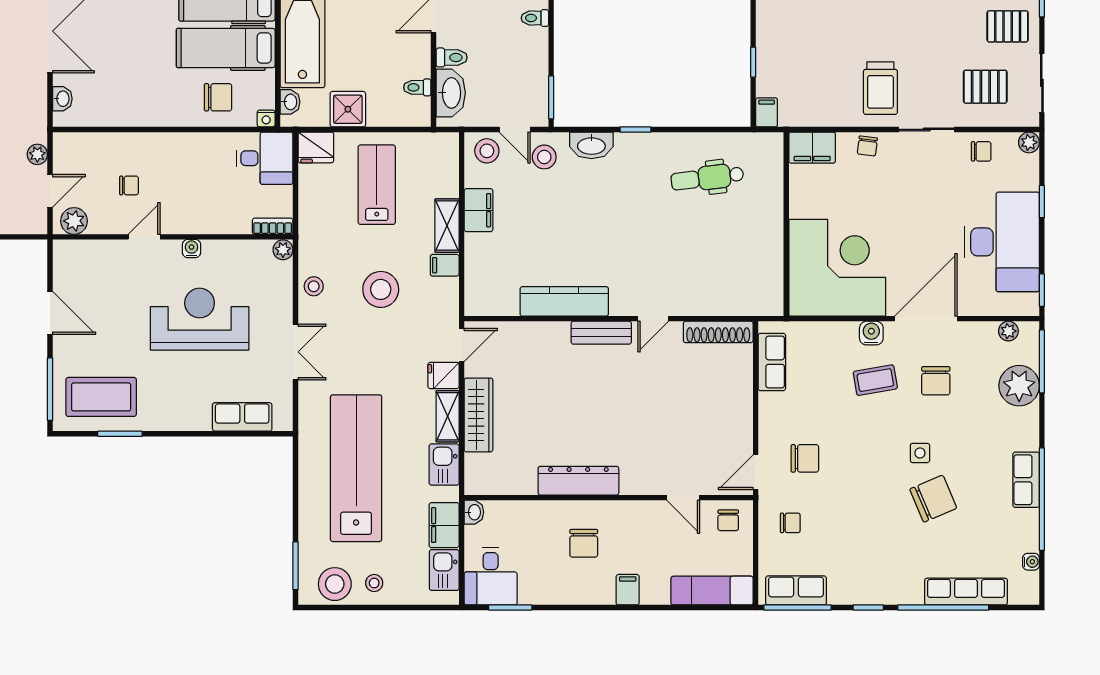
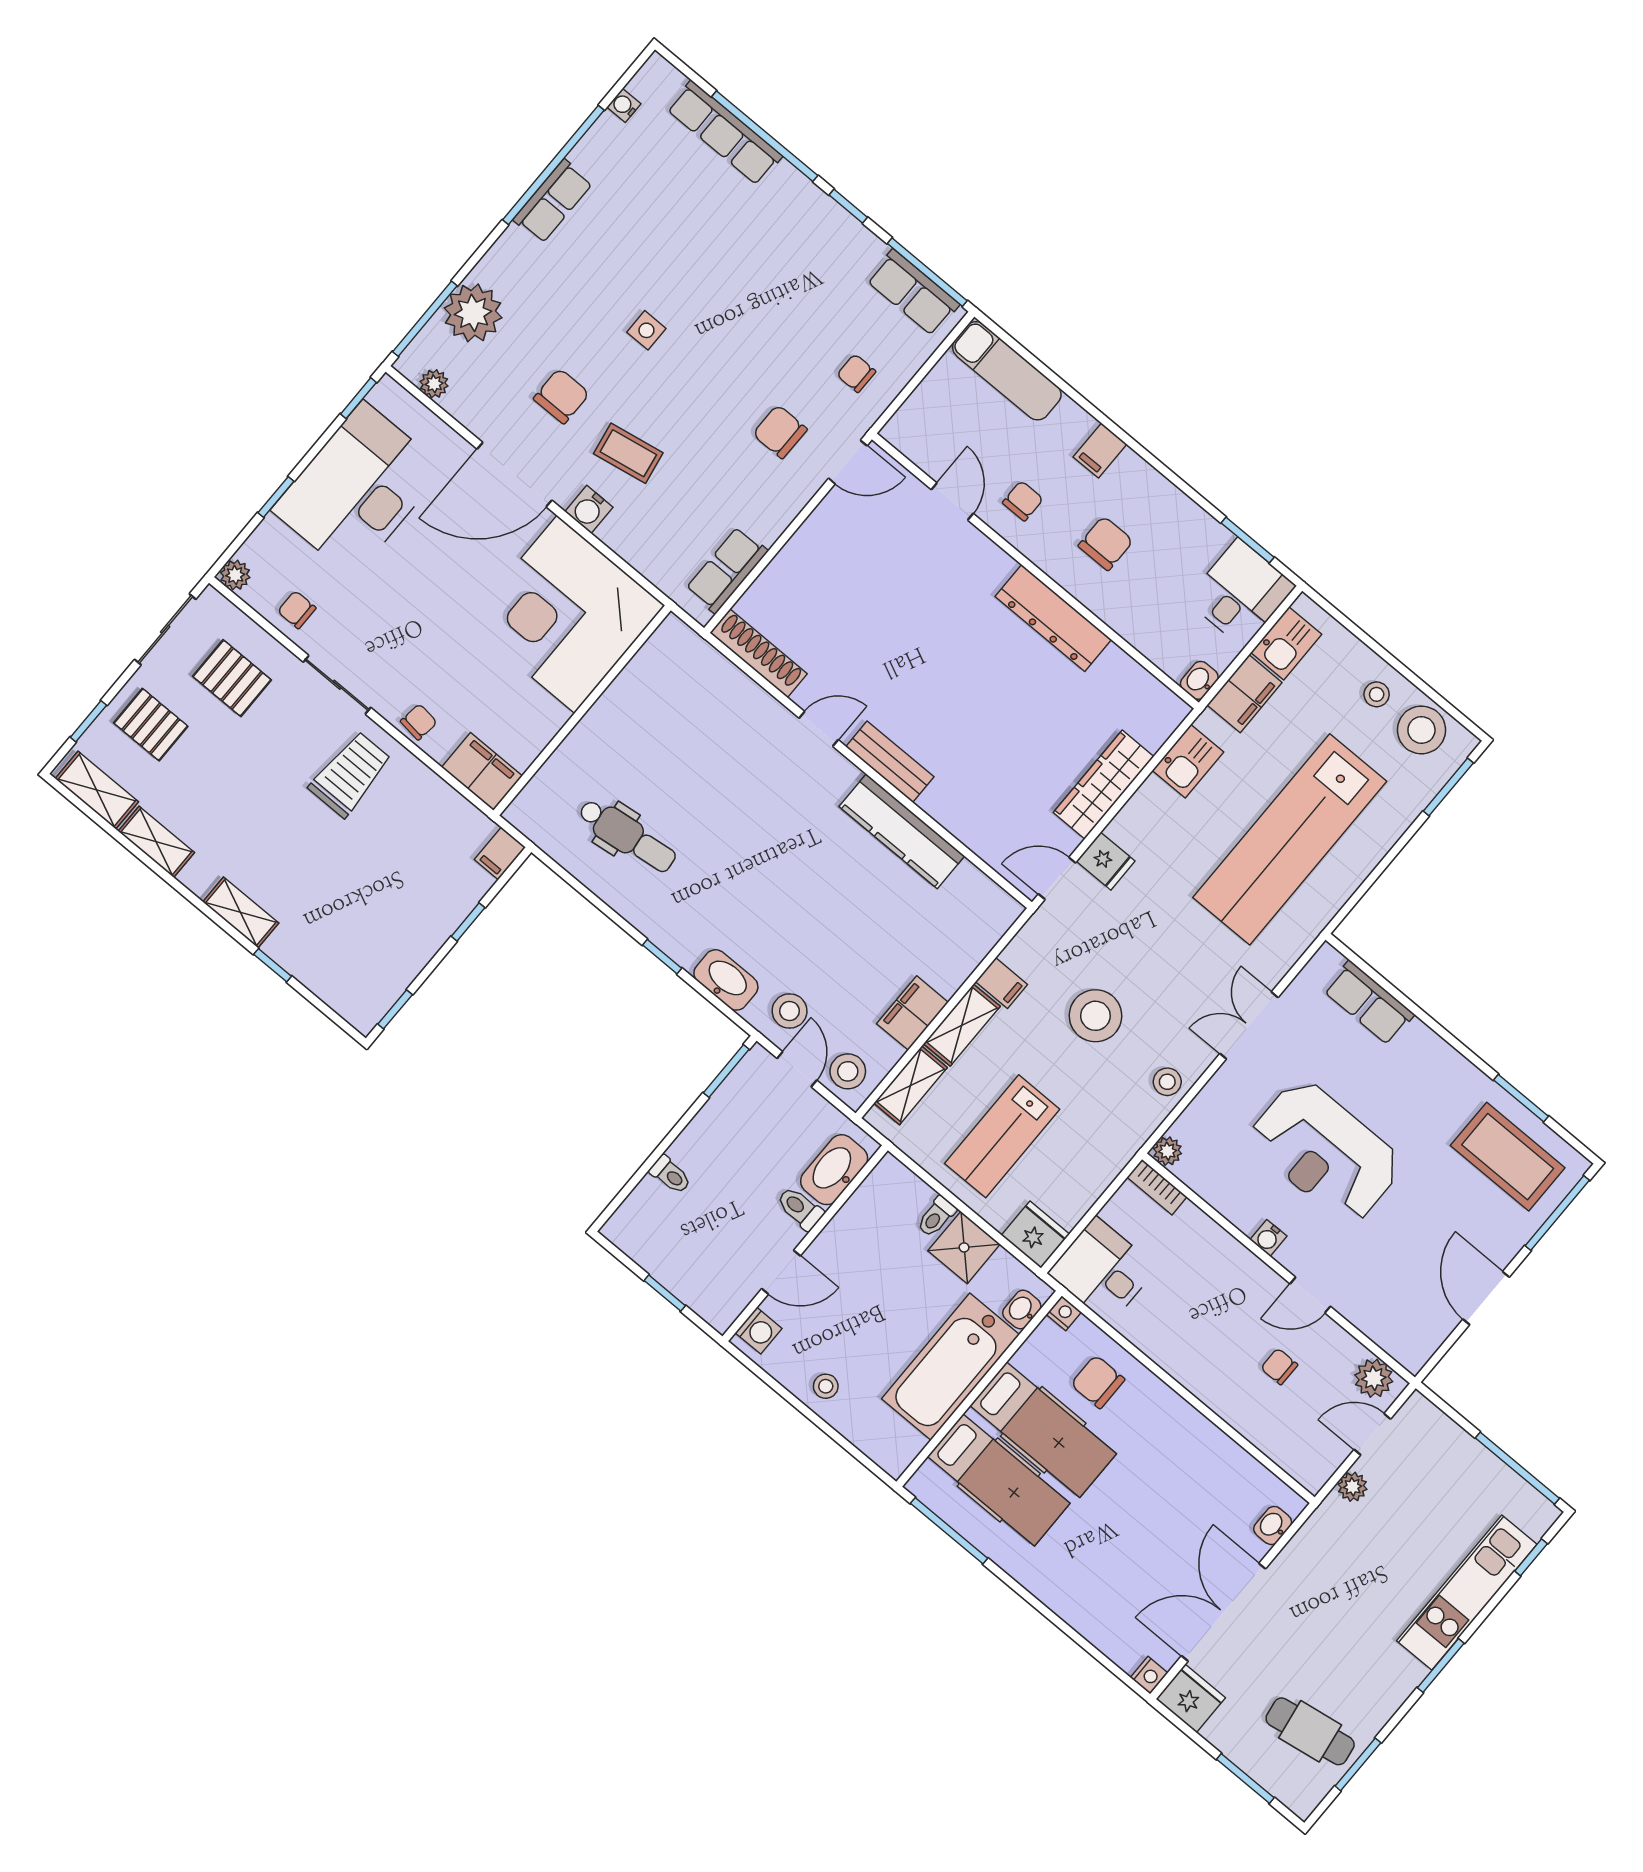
toilet: (417, 87) -> (936, 1217), moved, turned 90
shelving: (448, 416) -> (911, 1085), moved
chair: (933, 499) -> (674, 267), removed
chair: (728, 520) -> (1023, 501), moved

